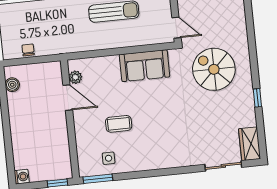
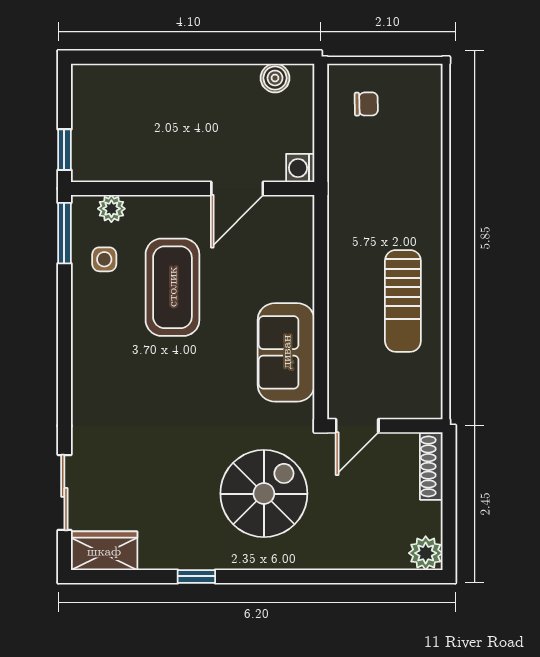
chair: (28, 50) -> (366, 104), moved
plant: (75, 77) -> (111, 209), moved
coffee table: (119, 124) -> (172, 287), width x1.86, depth x1.72
washing machine: (22, 177) -> (300, 168), moved, turned 90

